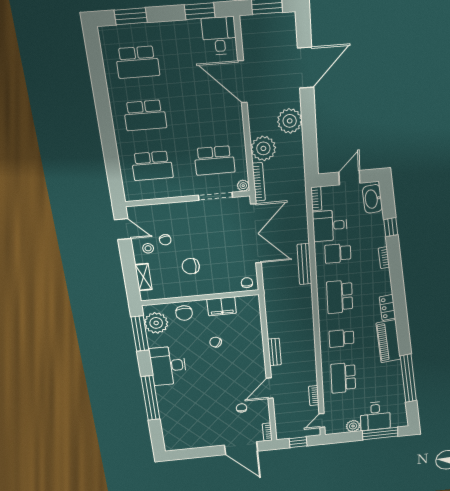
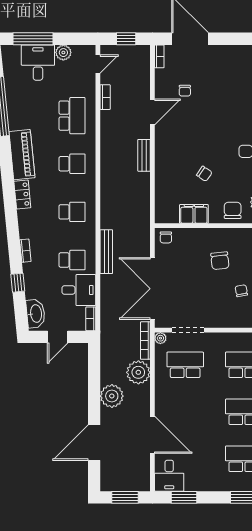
chair: (191, 266) -> (220, 261), turned 84
school desk: (340, 297) -> (72, 212), width x0.54

